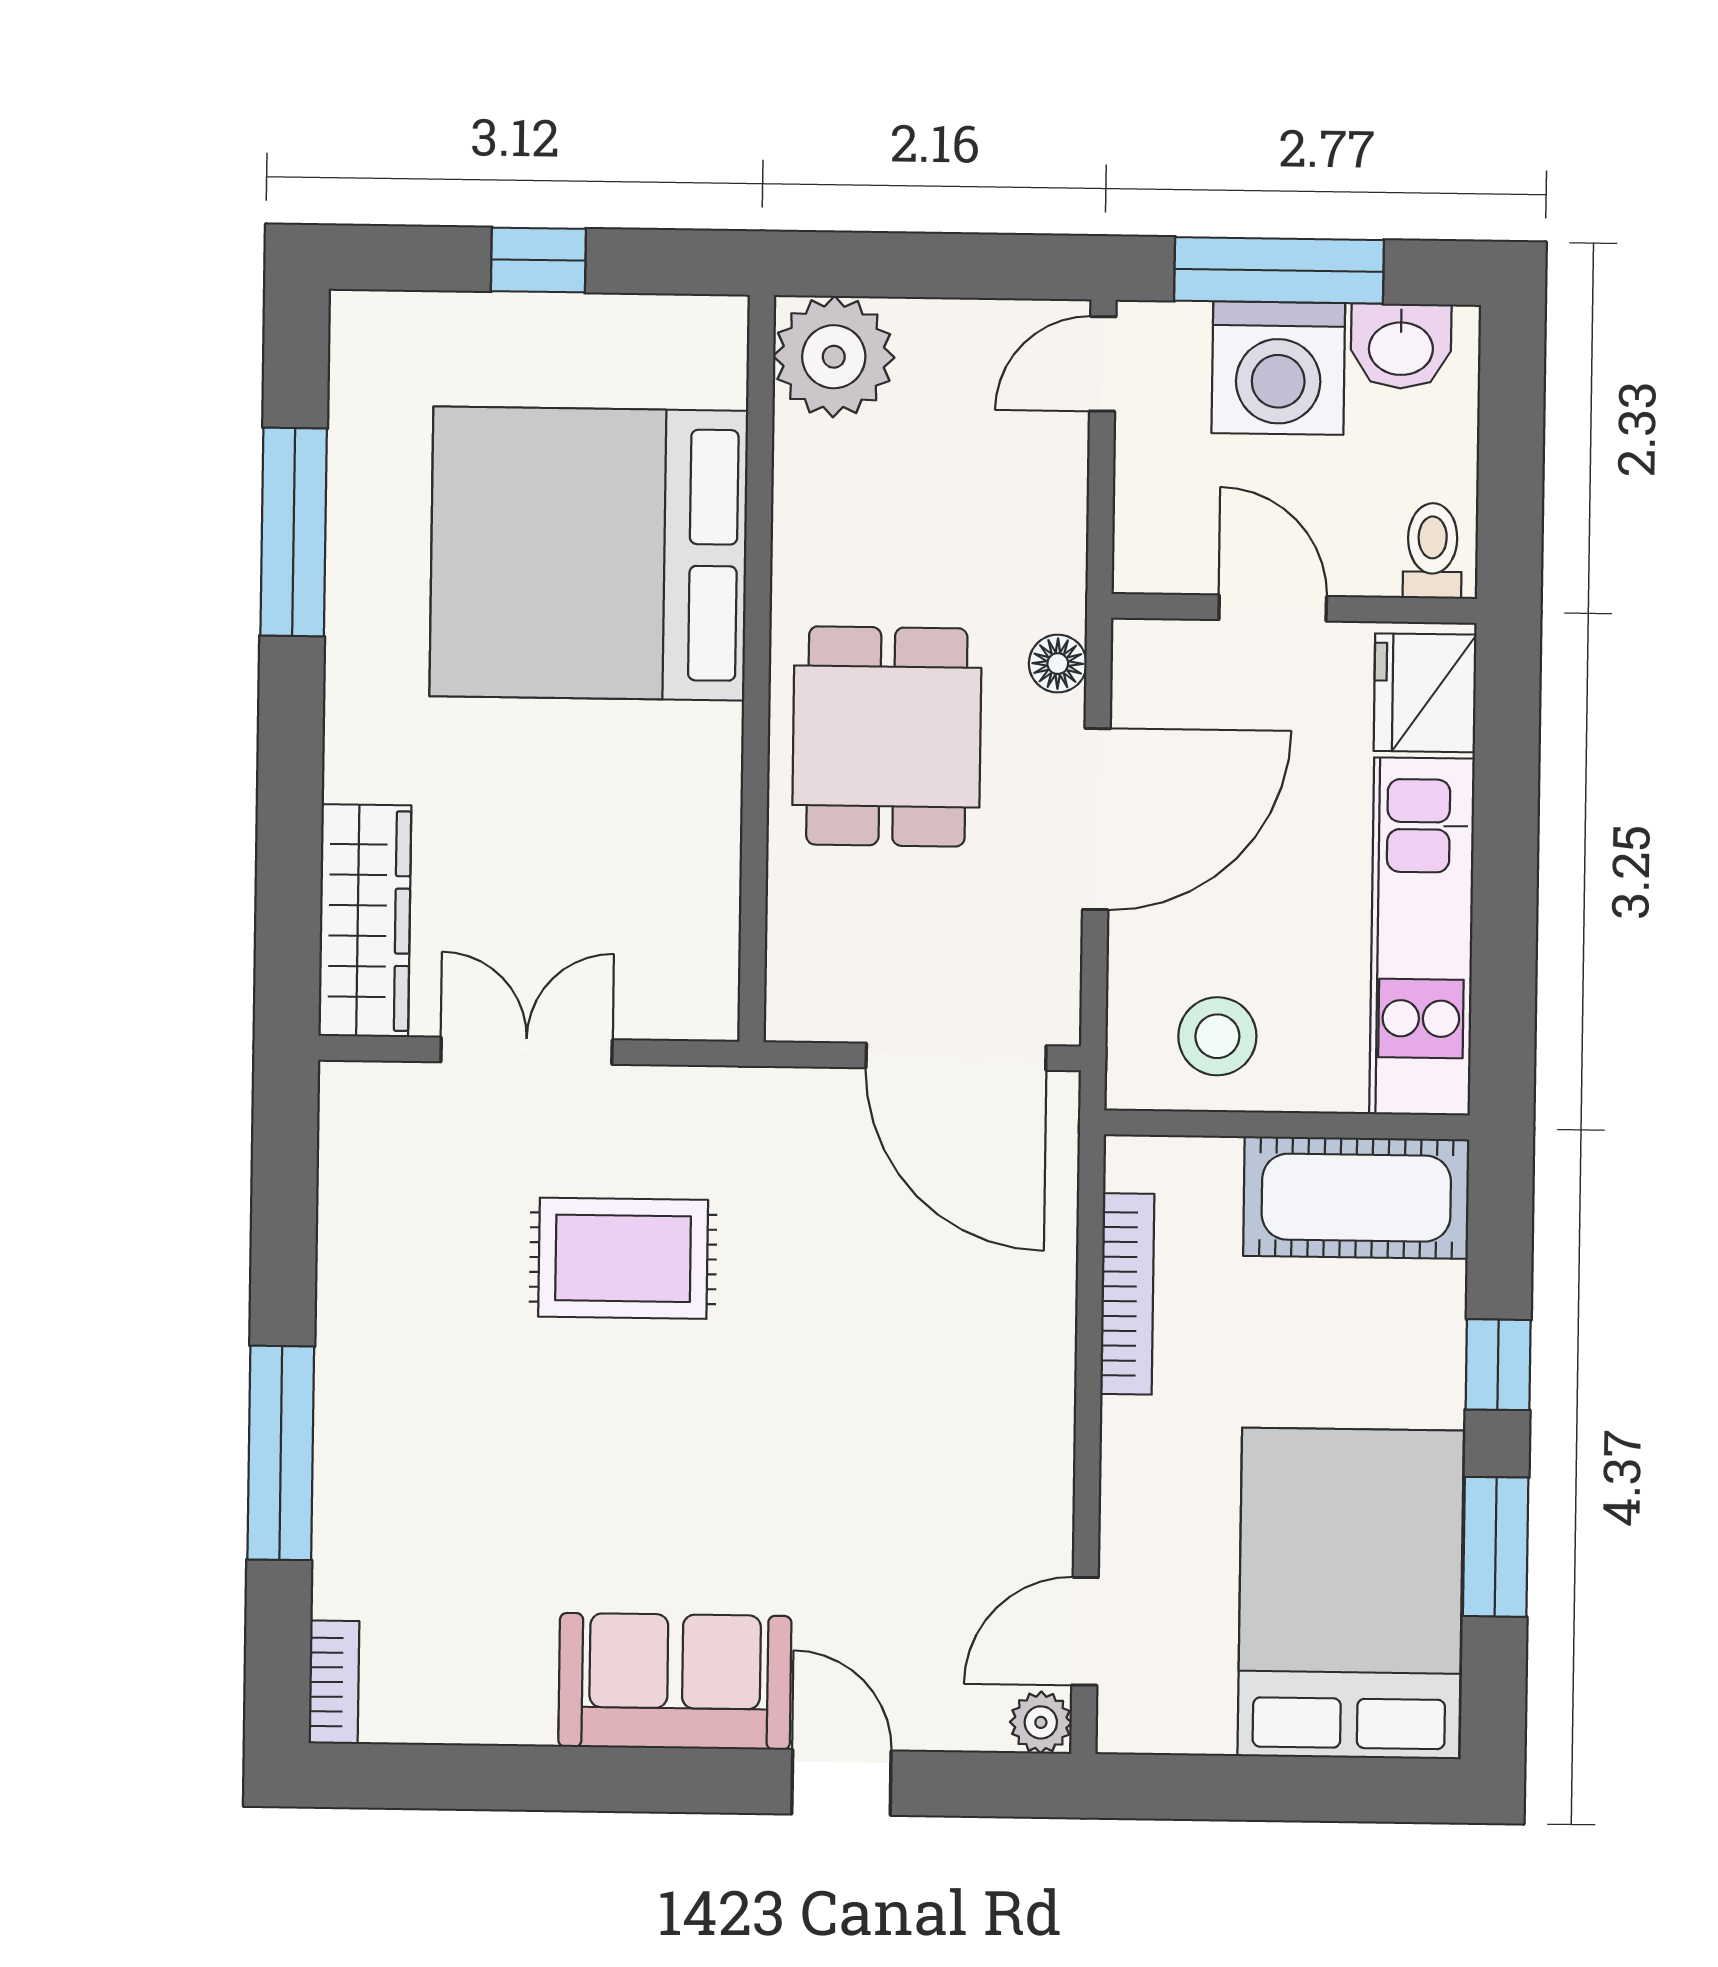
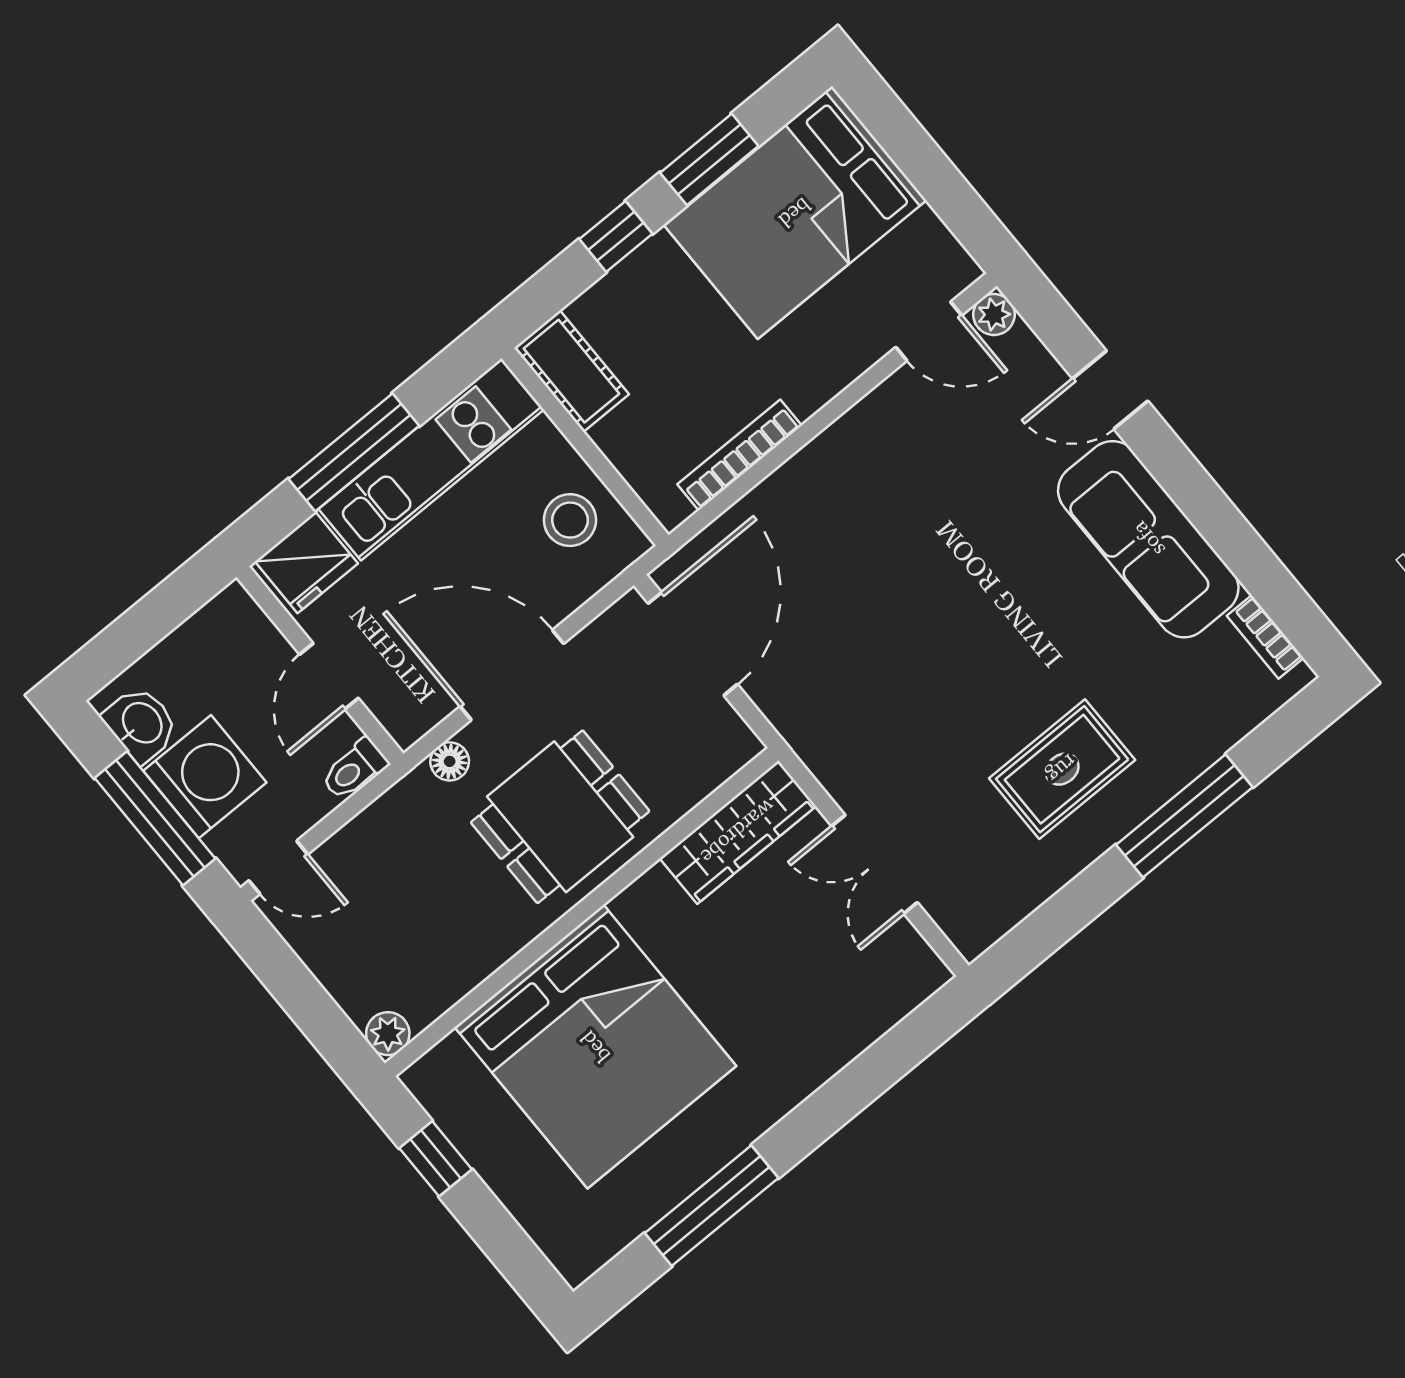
window: (538, 260) -> (436, 1159), moved
plant: (834, 357) -> (388, 1034), width x0.53, depth x0.53
toilet: (1432, 551) -> (354, 769), moved
window: (1505, 854) -> (354, 452), added
wardrobe: (365, 921) -> (738, 832), moved, turned 180
cot: (1356, 1198) -> (572, 371), width x0.73, depth x0.75
rug: (623, 1258) -> (1062, 769), moved, turned 90
sofa: (675, 1681) -> (1148, 539), width x1.36
bookcase: (334, 1682) -> (1265, 637), moved, turned -90
door: (841, 1782) -> (1110, 390), hinge flipped

